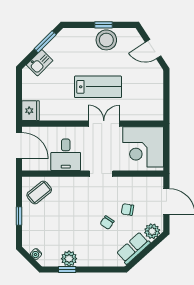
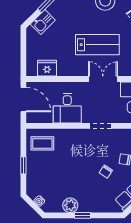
fridge: (31, 111) -> (47, 68), moved, turned -90
coffee table: (39, 193) -> (42, 143), turned 39
window: (67, 269) -> (83, 215), moved

